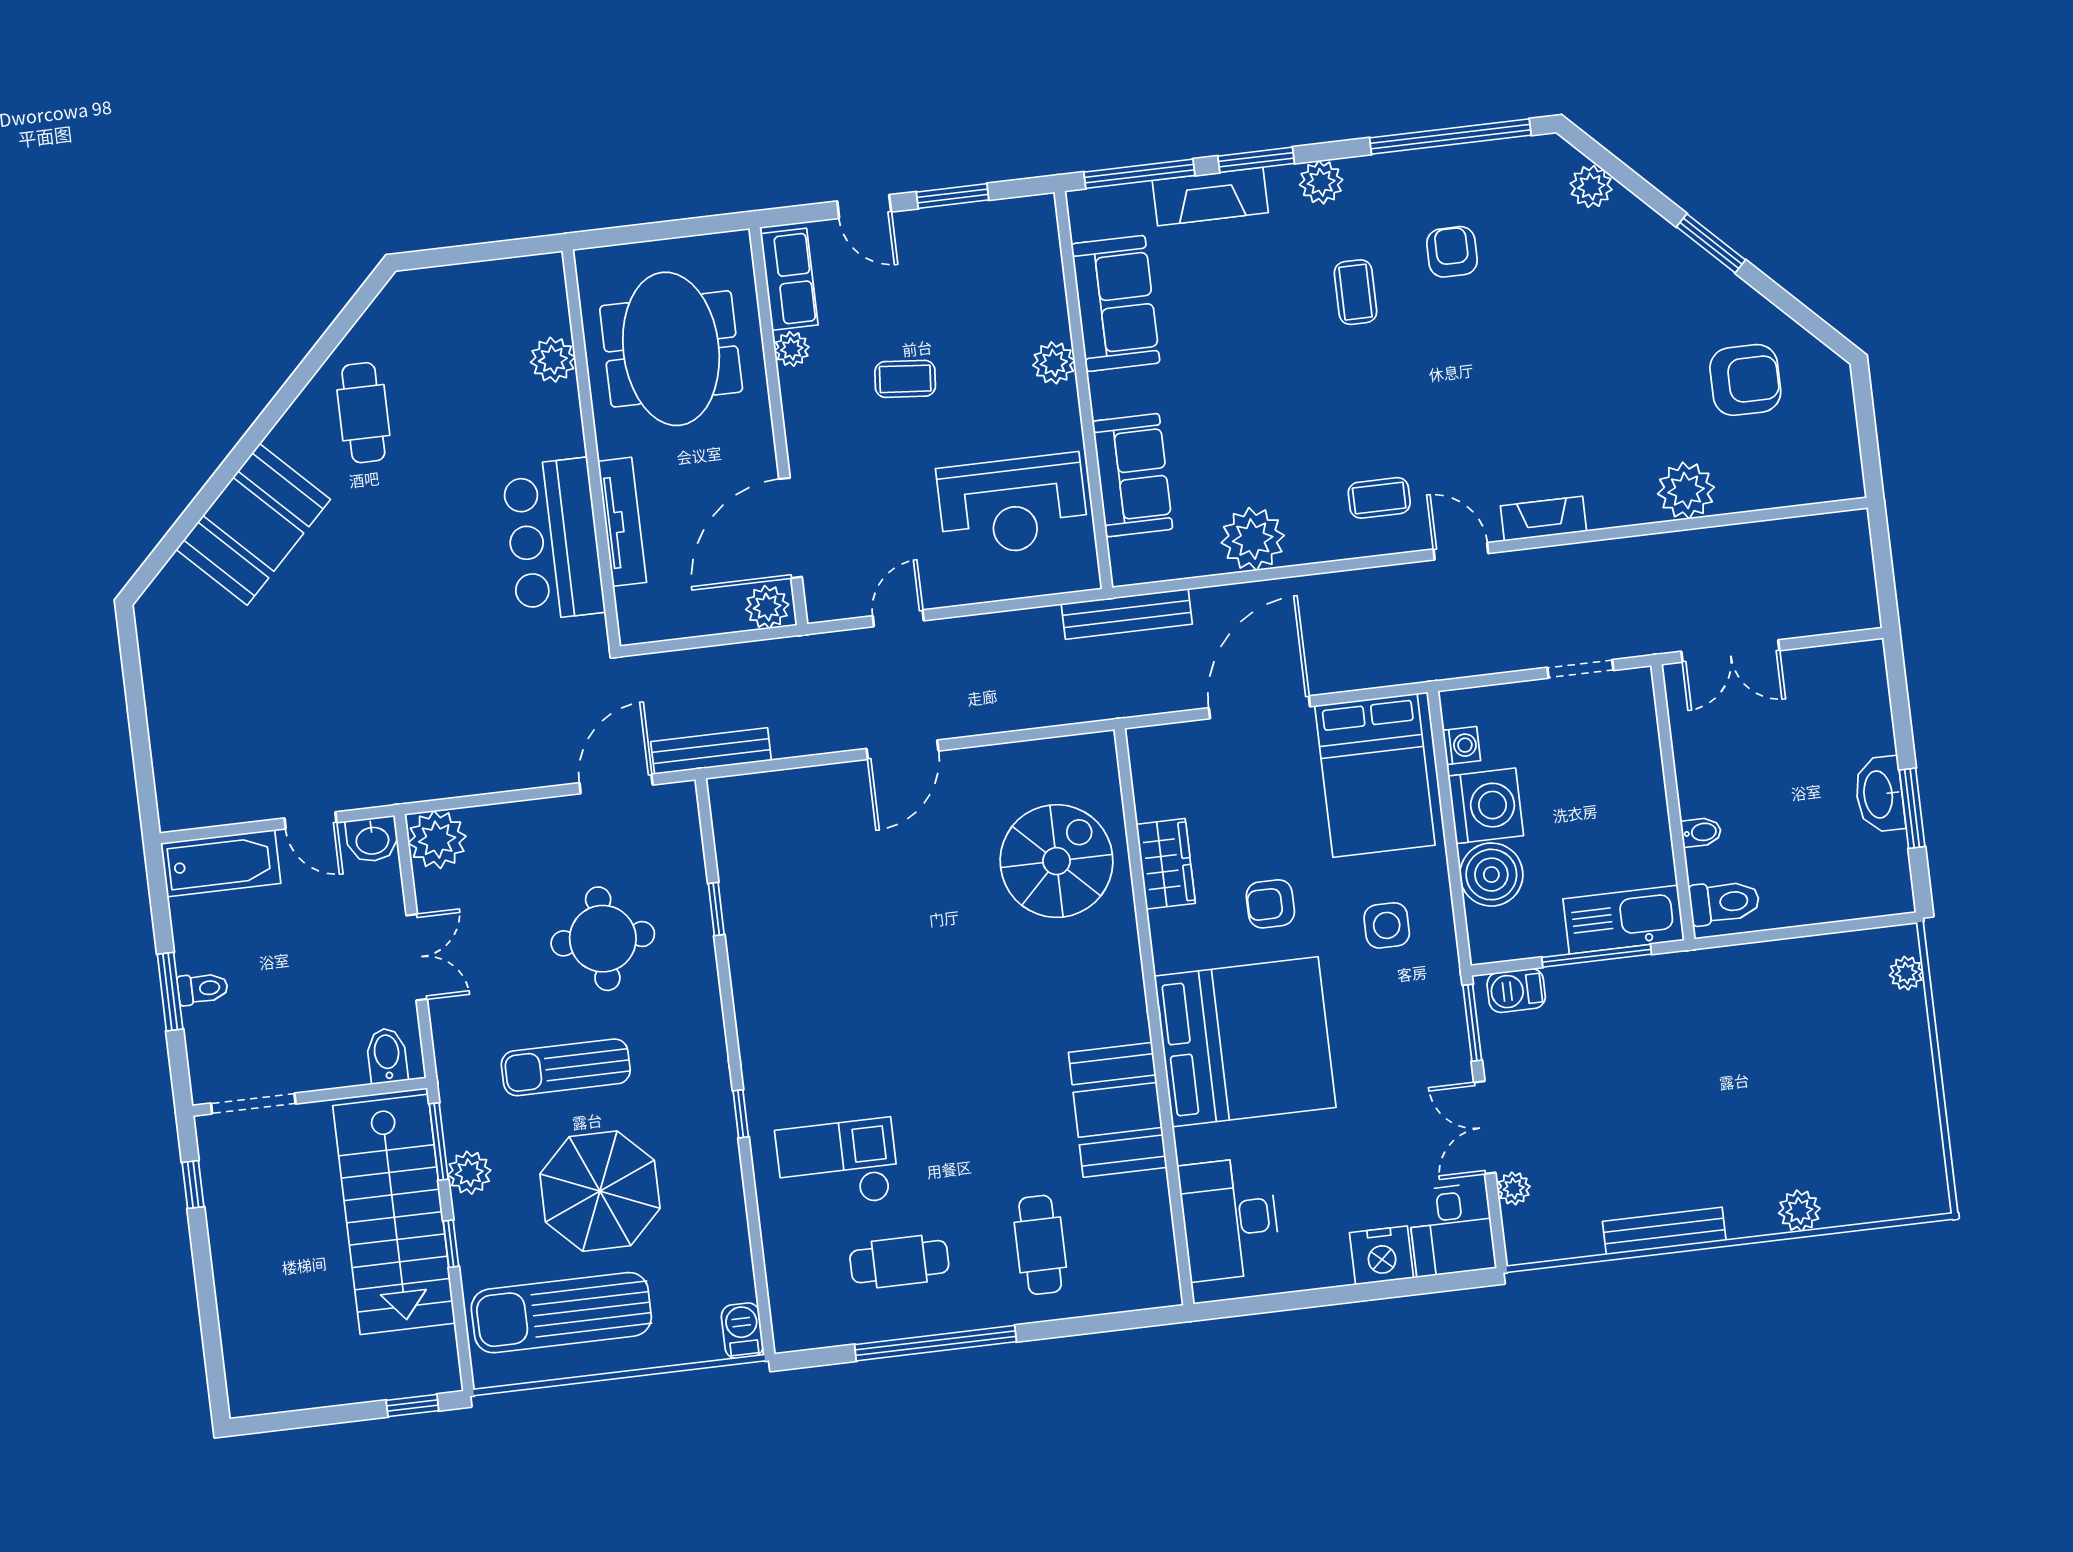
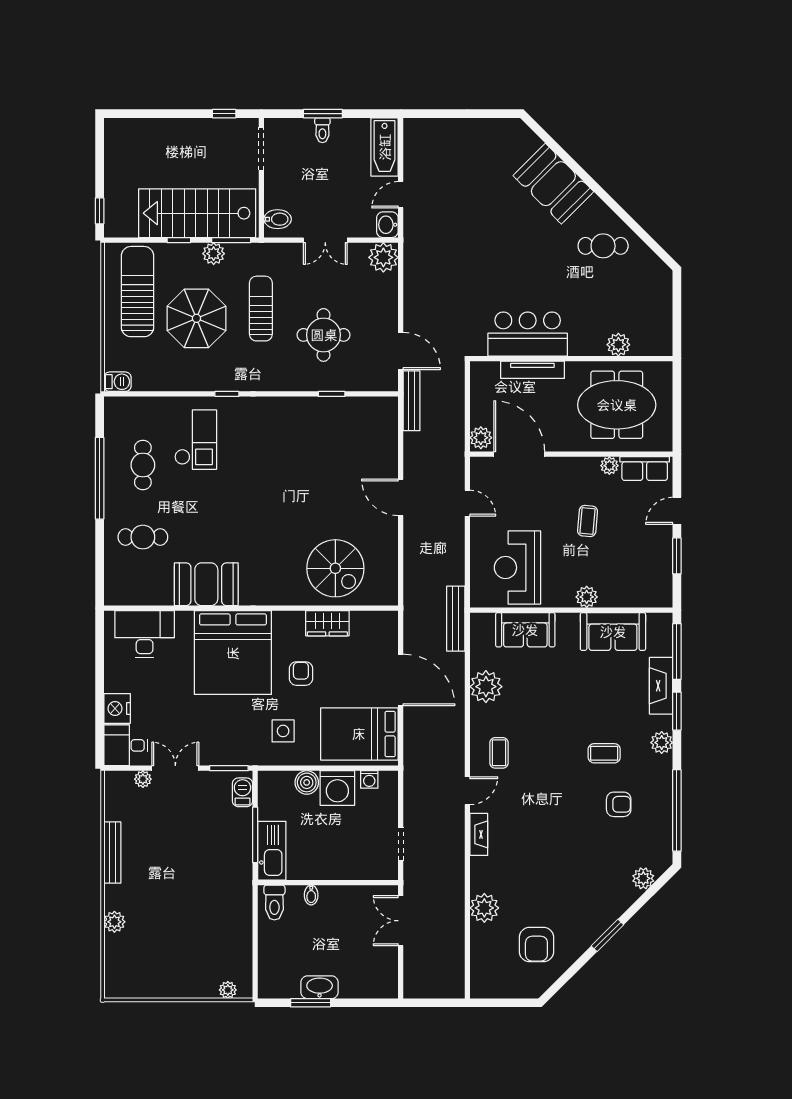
boiler: (1491, 875) -> (307, 782), width x0.73, depth x0.73

